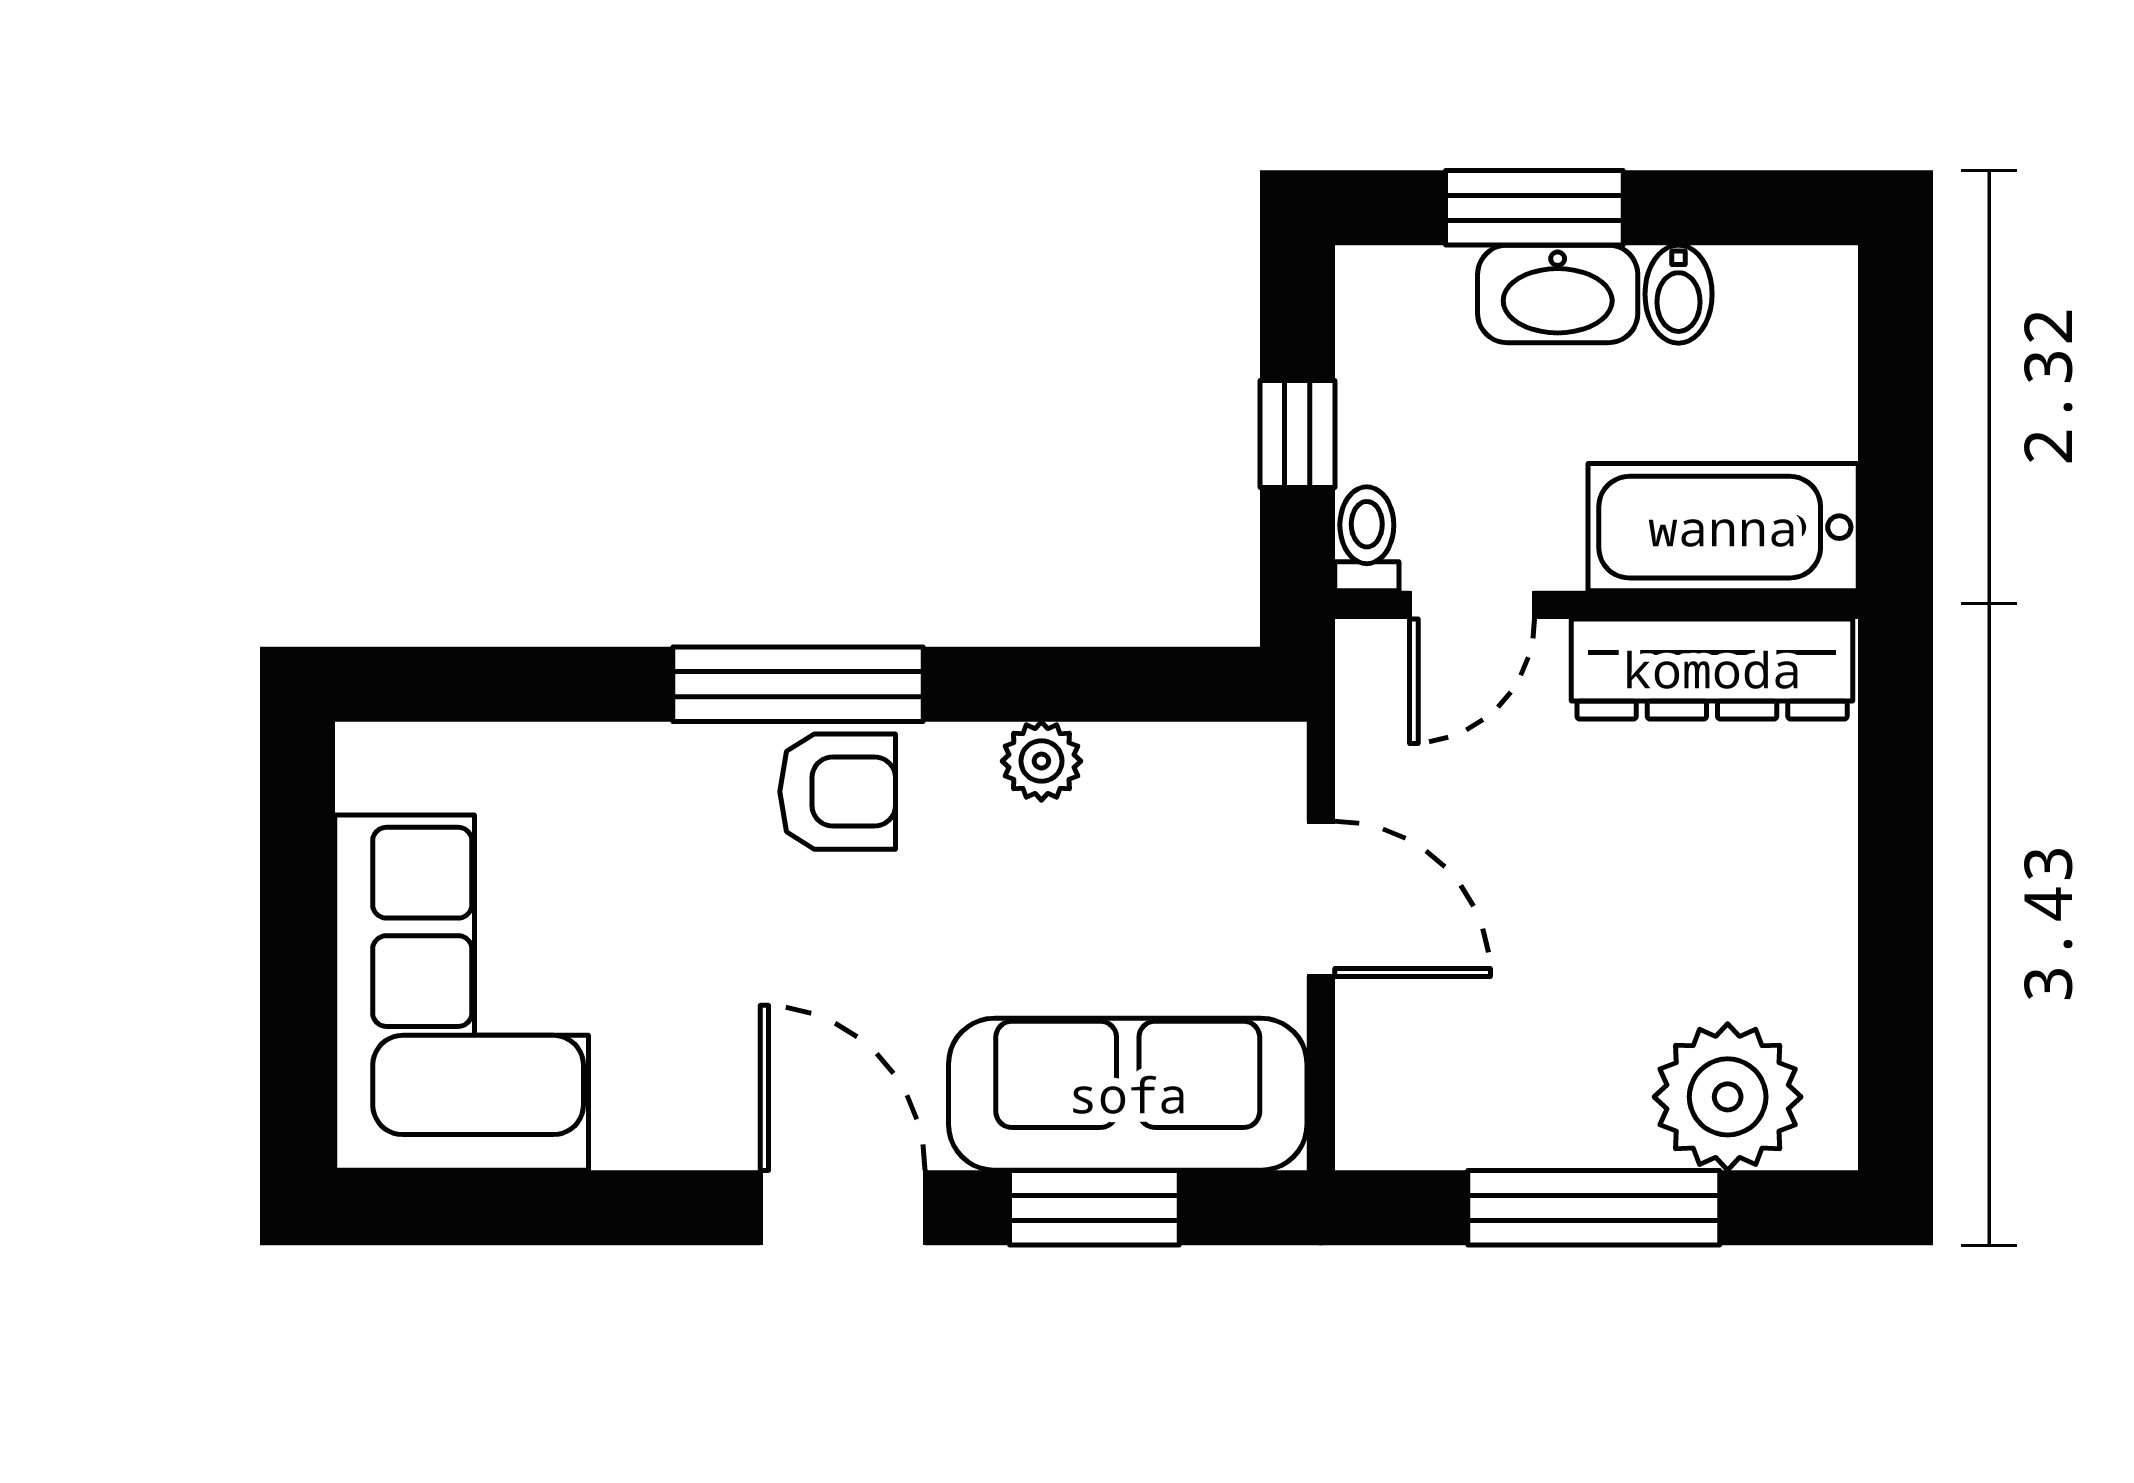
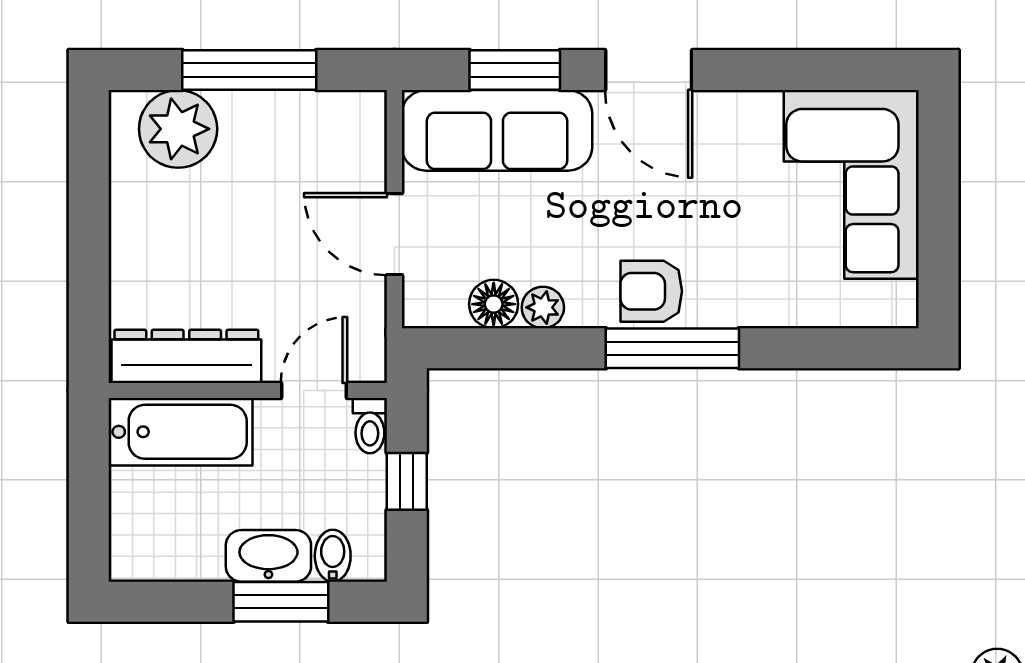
bidet: (1679, 294) -> (333, 556), moved
floor lamp: (1134, 768) -> (494, 304), added

